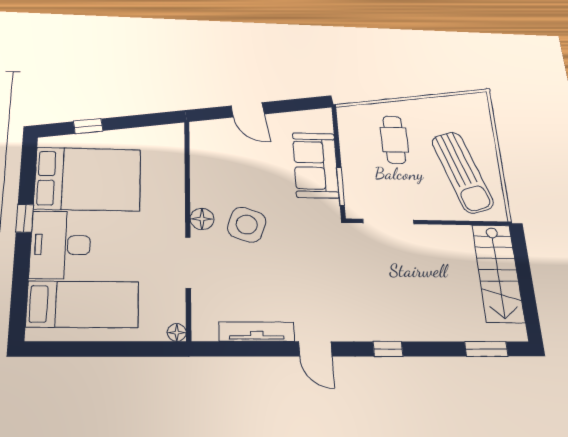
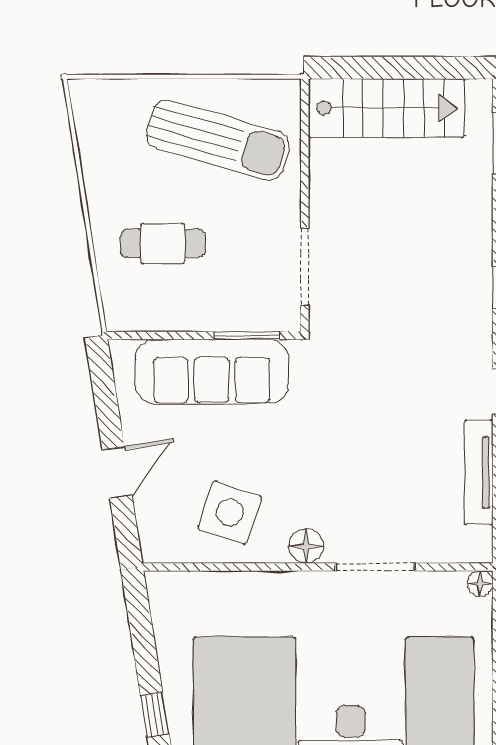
sofa: (316, 165) -> (212, 372), width x1.36
sun lounger: (462, 172) -> (218, 140), turned 34
side table: (247, 225) -> (230, 513), moved

